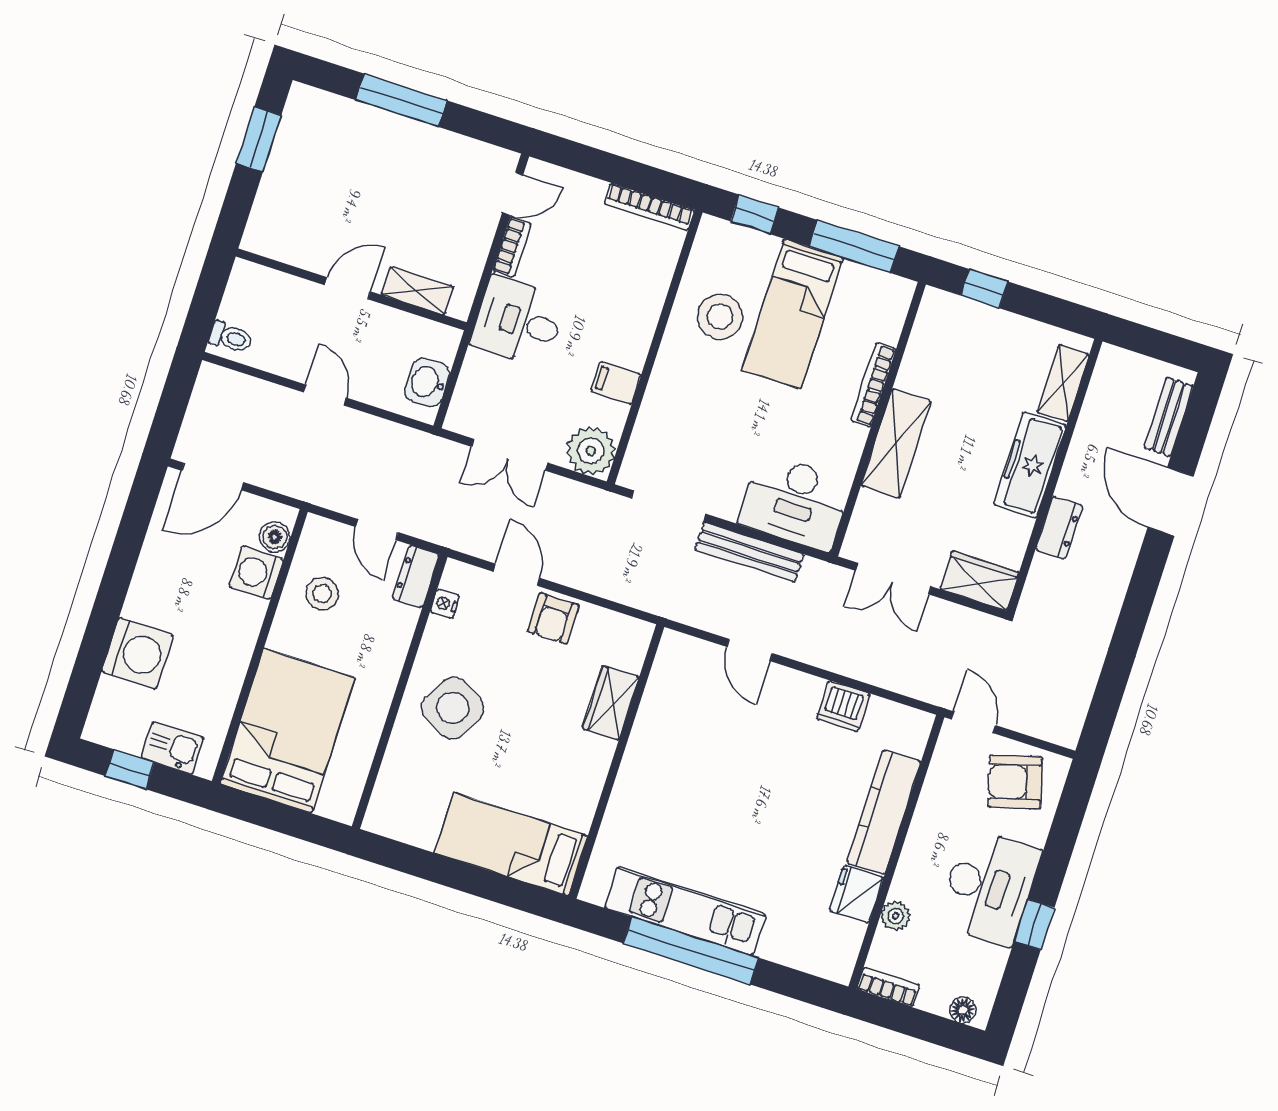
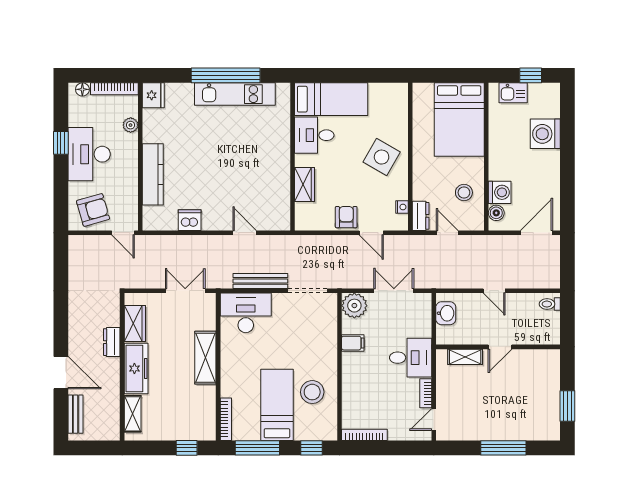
bookcase: (873, 385) -> (226, 419), moved
wardrobe: (979, 581) -> (135, 323), moved, turned -90
desk: (564, 788) -> (314, 135), added
fridge: (856, 894) -> (153, 95), moved
bookcase: (888, 987) -> (114, 89), width x1.56

